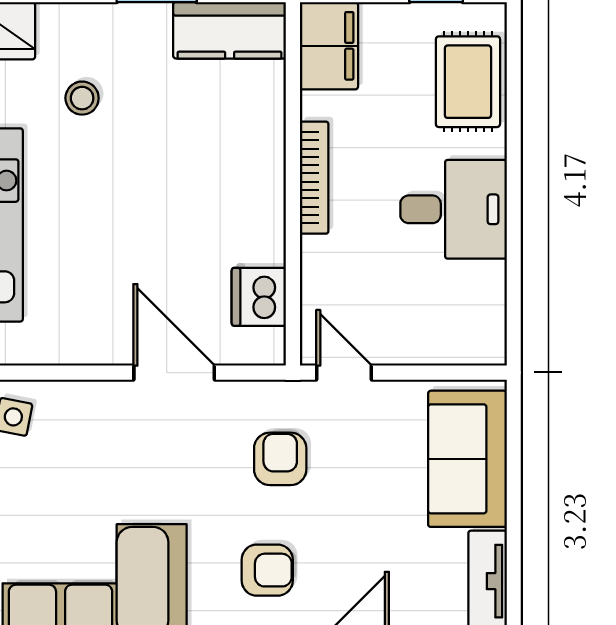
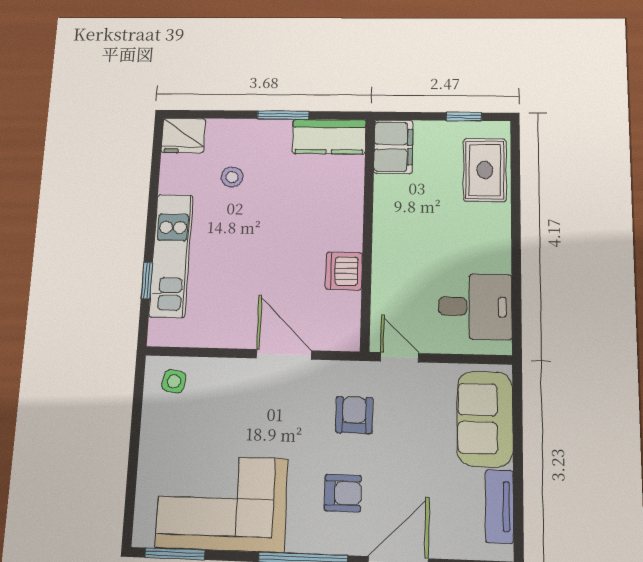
bookcase: (314, 178) -> (382, 229), removed
desk: (454, 209) -> (475, 307), moved
dishwasher: (259, 297) -> (344, 271), moved

